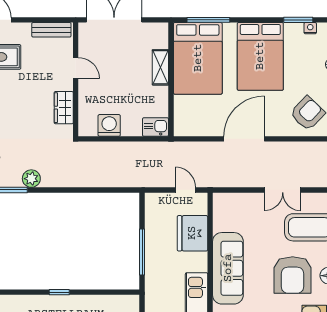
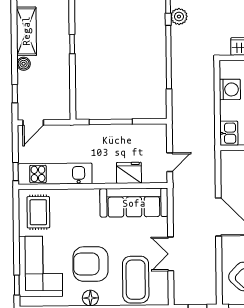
window: (74, 190) -> (169, 57), added
fridge: (192, 233) -> (129, 173), width x0.73, depth x0.75
sofa: (228, 268) -> (134, 203), moved

